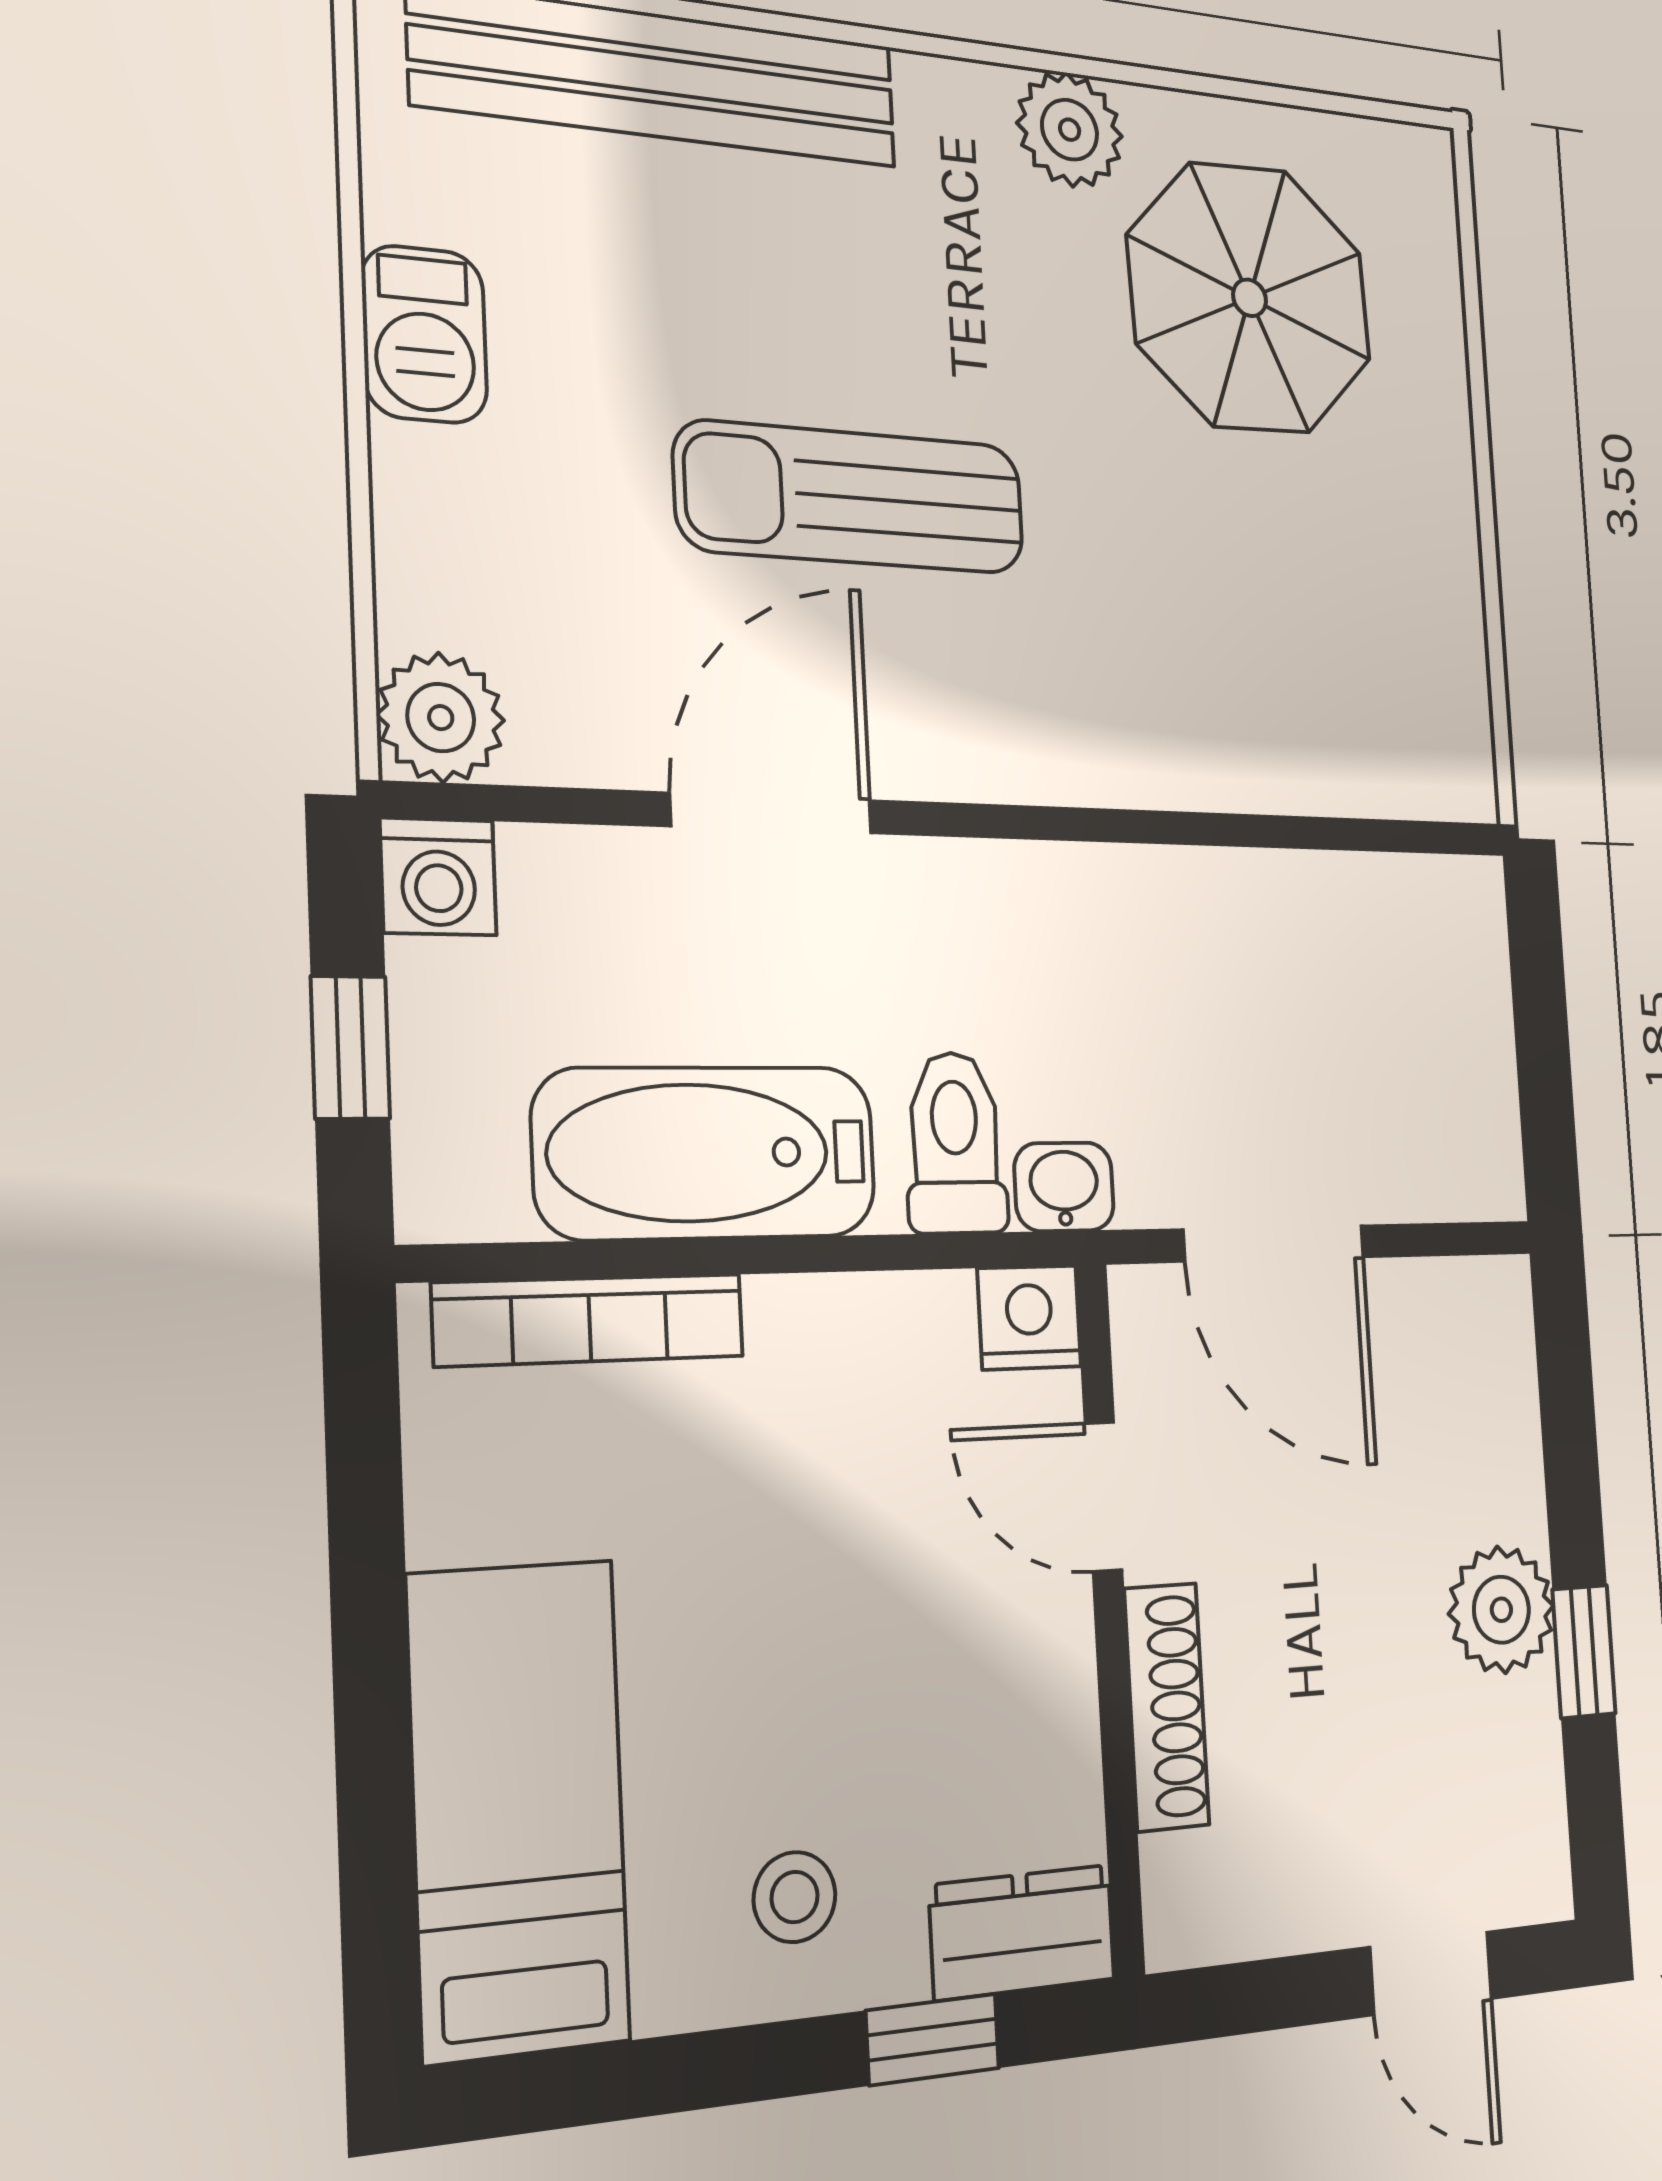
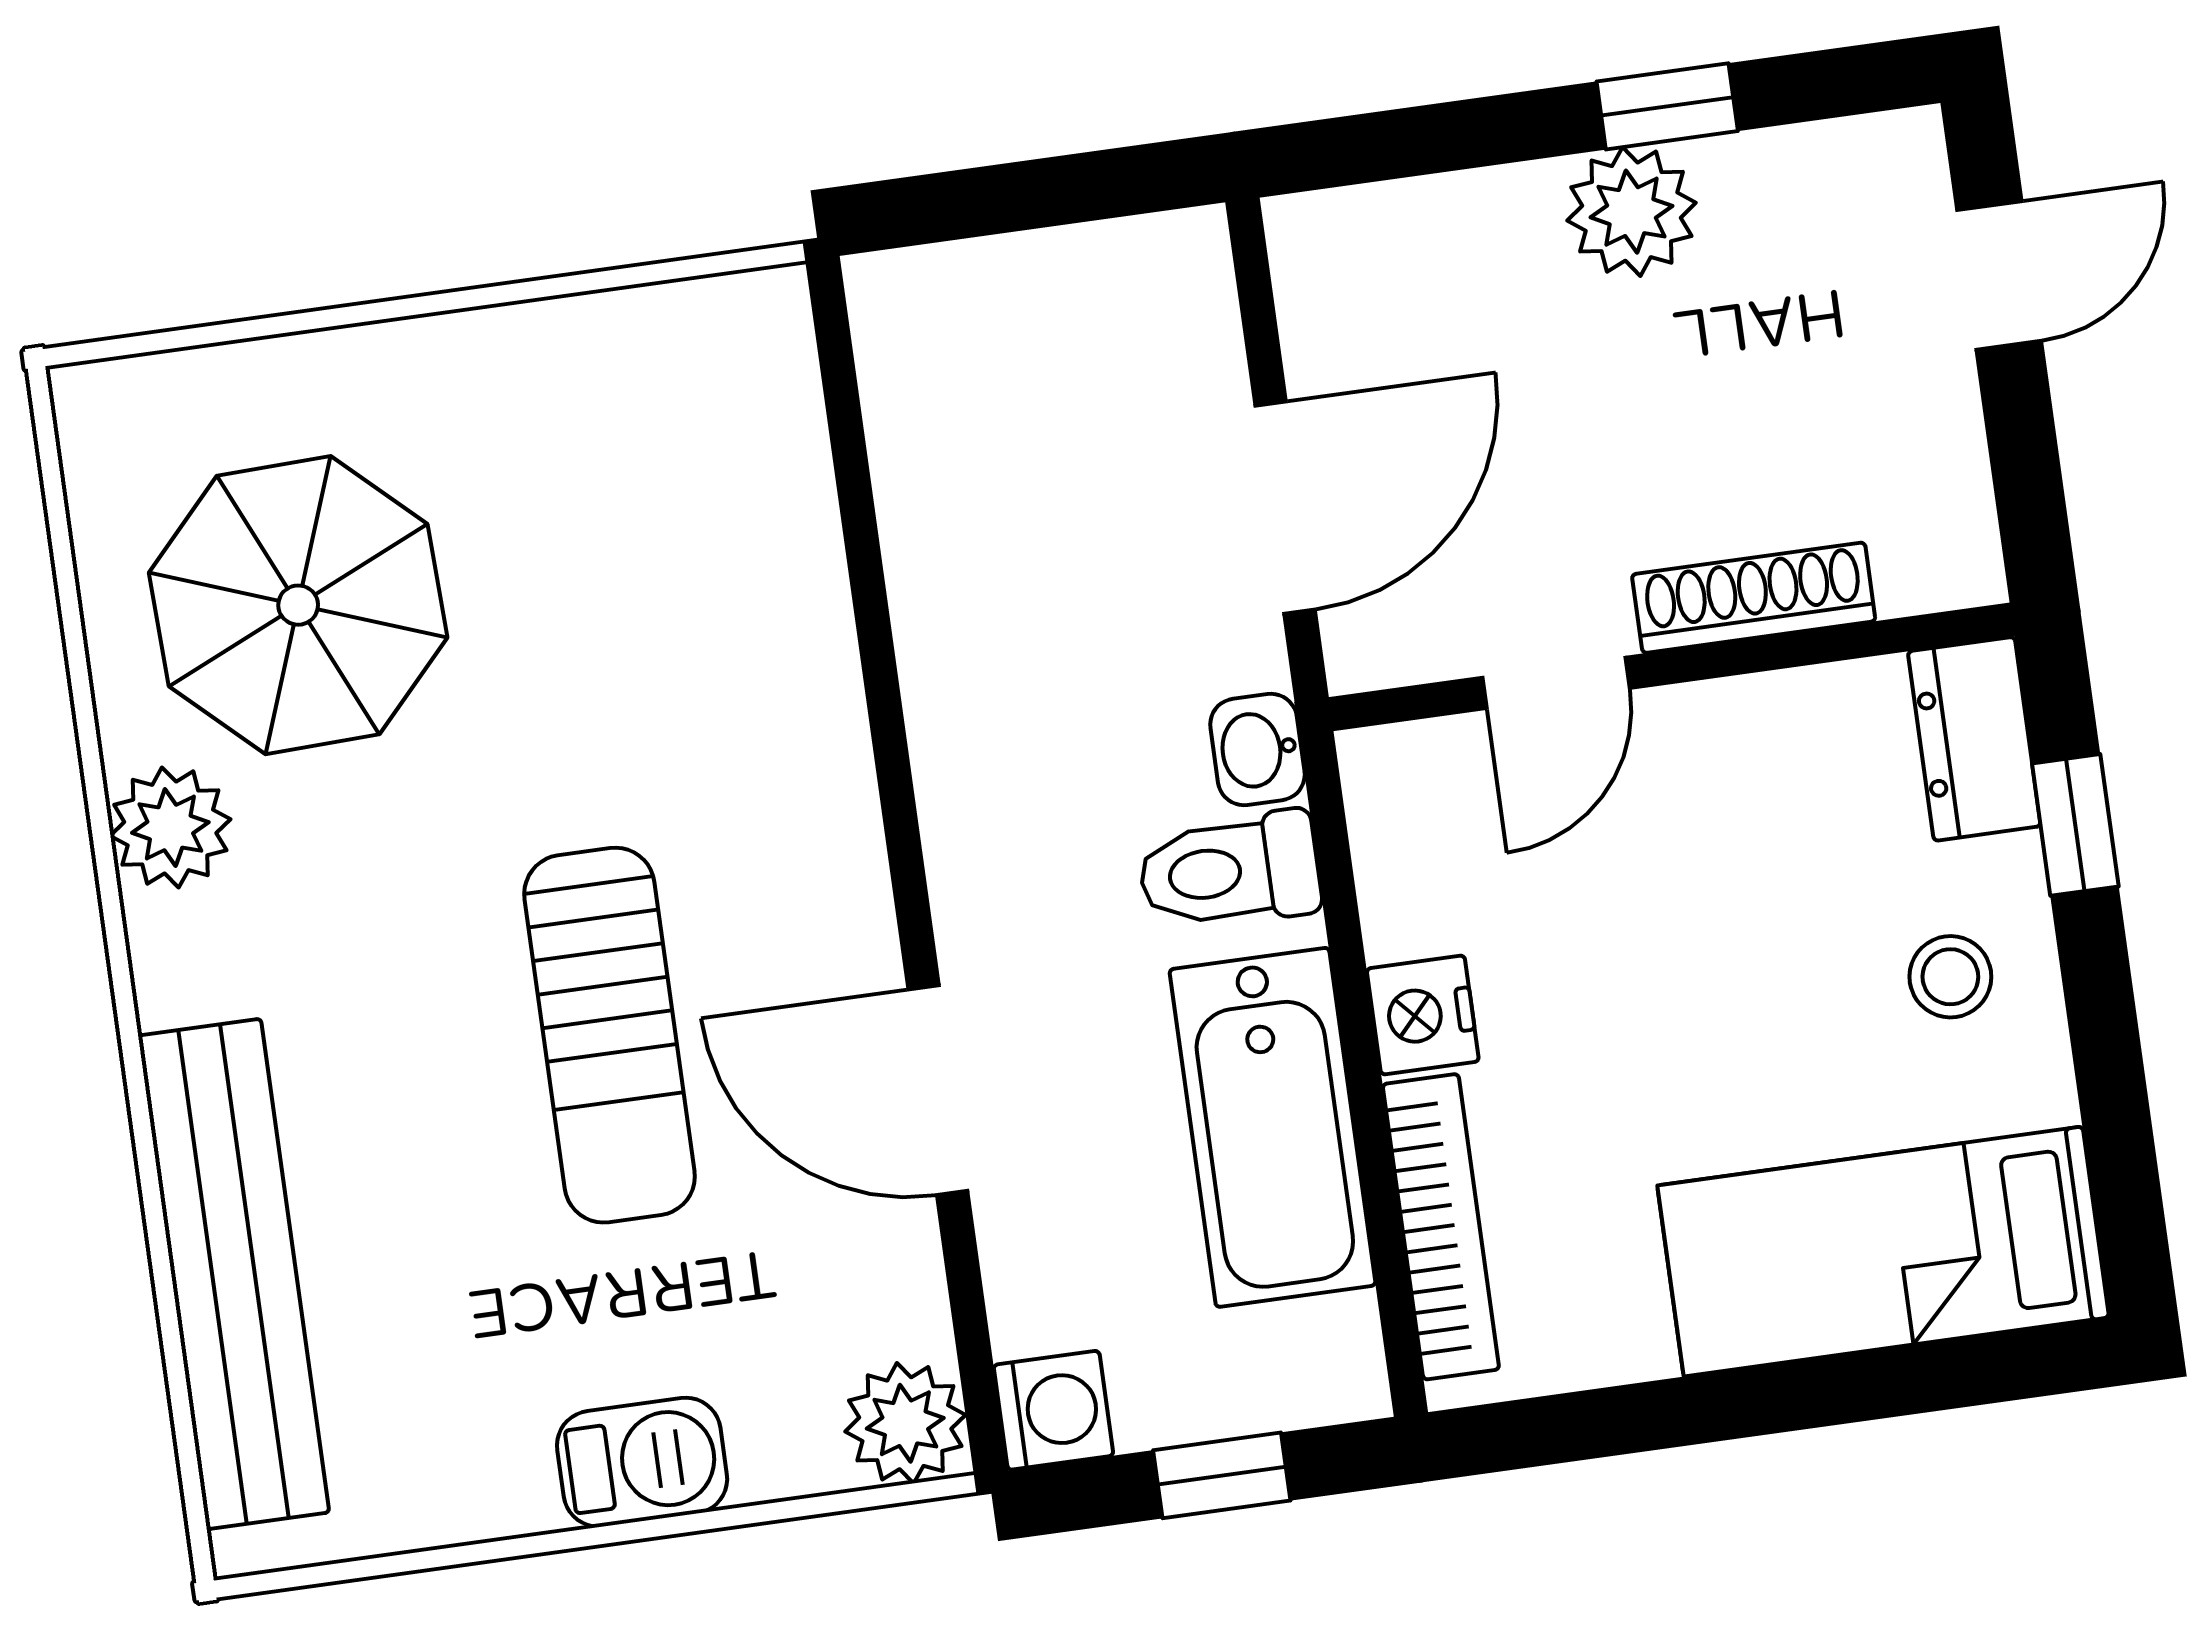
barbecue: (424, 334) -> (642, 1462), moved
nightstand: (1029, 1317) -> (1423, 1015), moved

